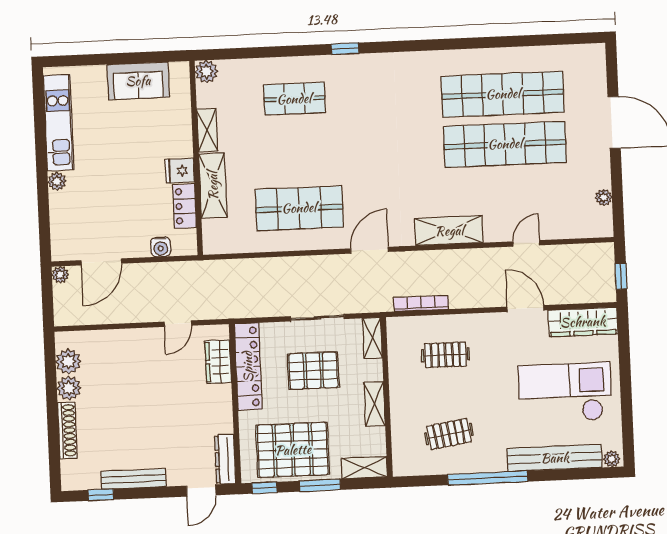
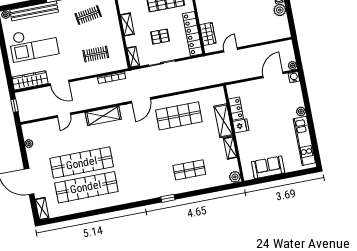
shelving: (596, 65) -> (42, 209), added
water cooler: (161, 247) -> (294, 77), moved
plant: (68, 362) -> (282, 23), removed
pallet: (313, 371) -> (160, 37), width x0.67, depth x0.71

